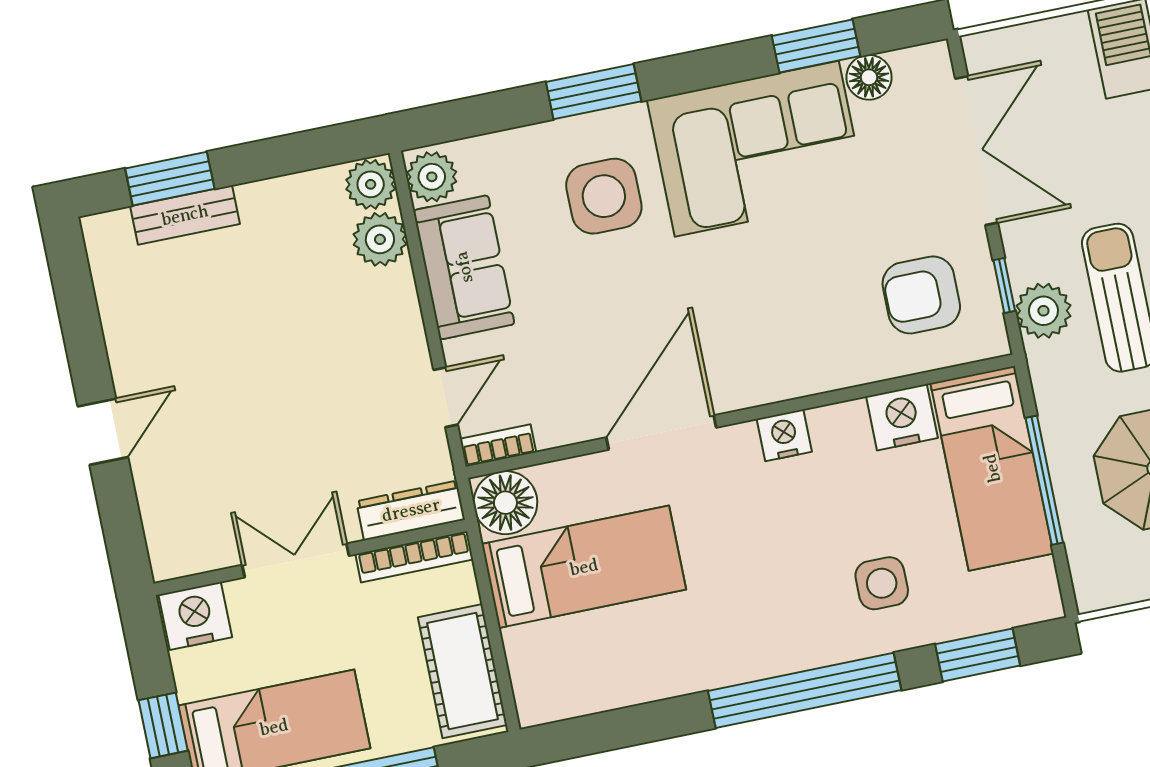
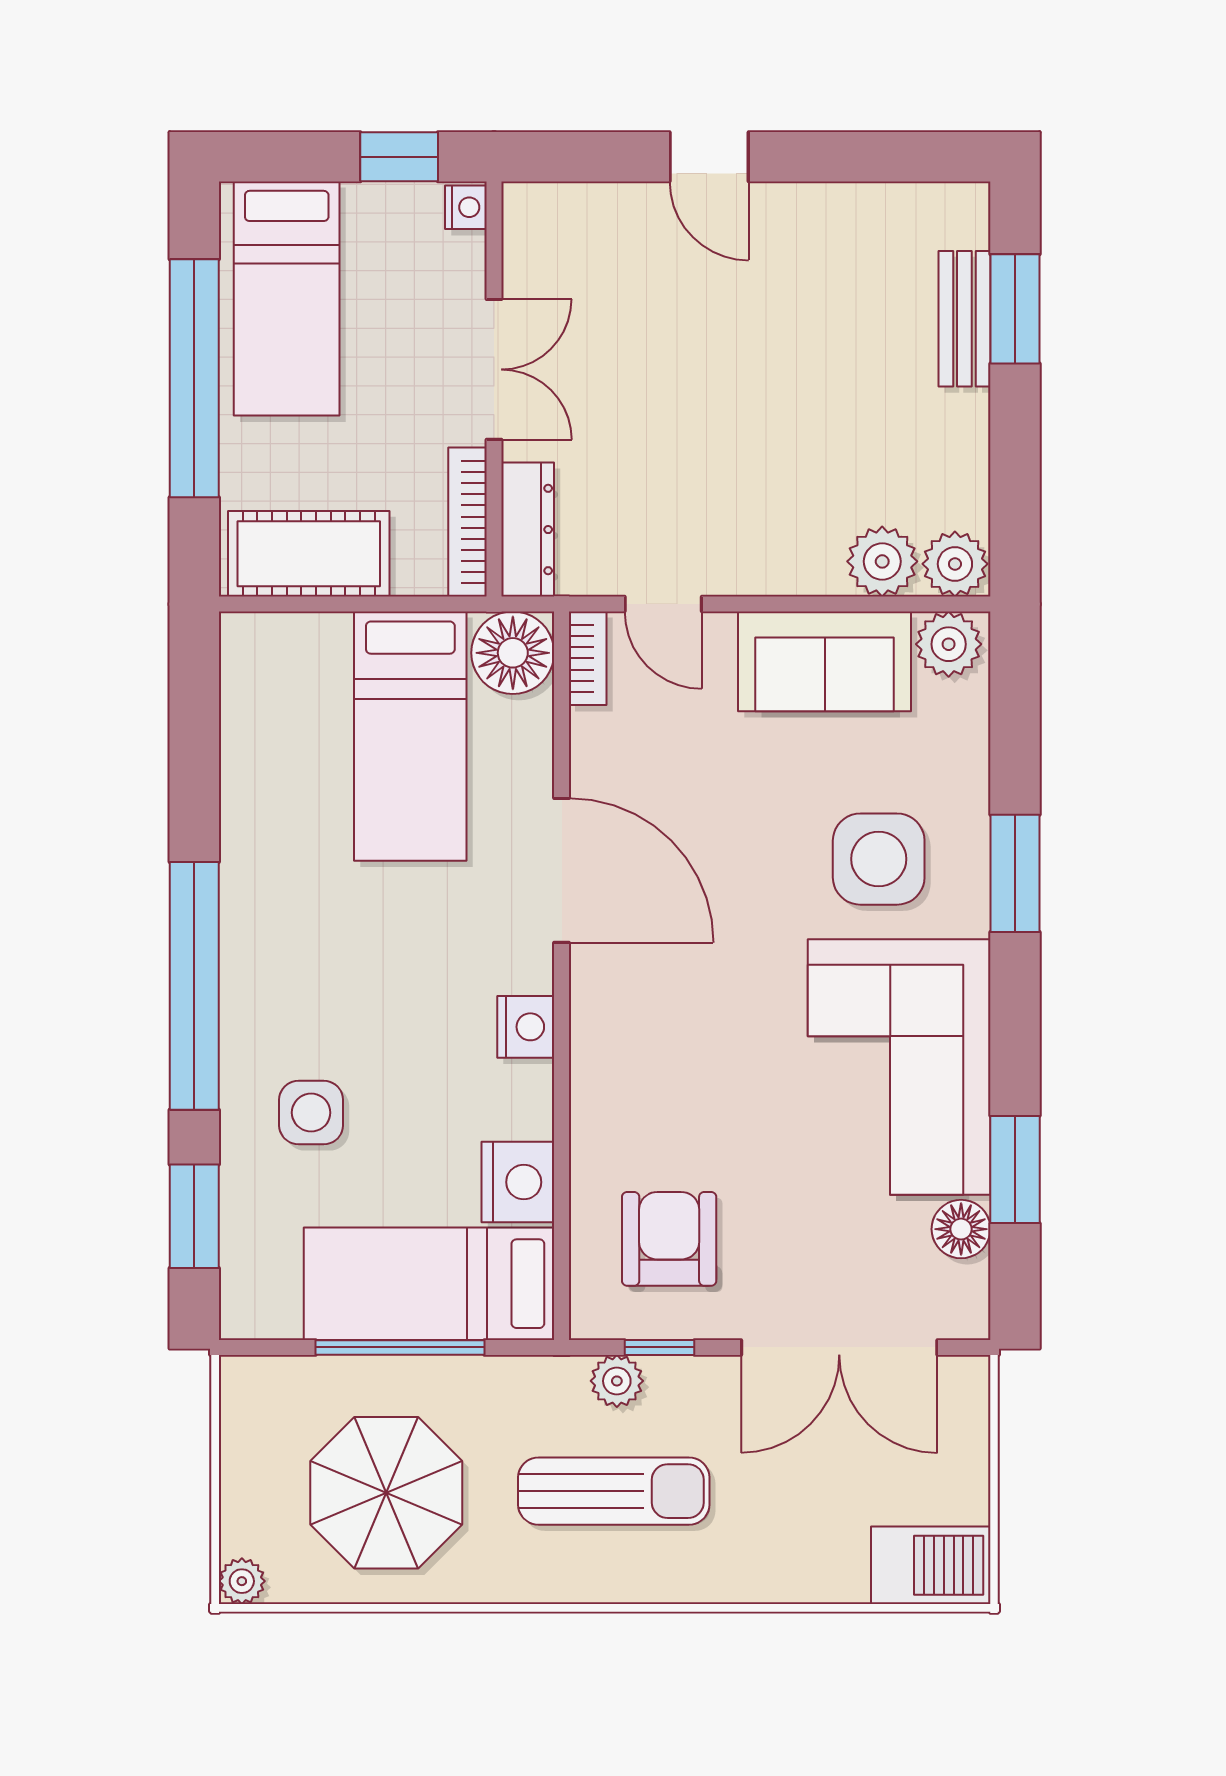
plant: (1043, 311) -> (617, 1381), width x0.73, depth x0.73
nightstand: (195, 616) -> (466, 207), width x0.53, depth x0.56
window: (163, 725) -> (399, 157), moved

